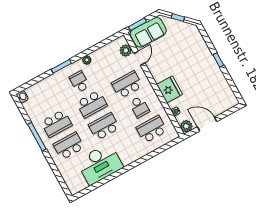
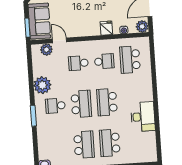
plant: (87, 60) -> (42, 85), width x1.88, depth x1.88
school desk: (127, 85) -> (78, 63), width x0.54
fridge: (169, 89) -> (106, 28), width x0.53, depth x0.75
desk: (100, 164) -> (143, 117), width x0.73, depth x0.77

